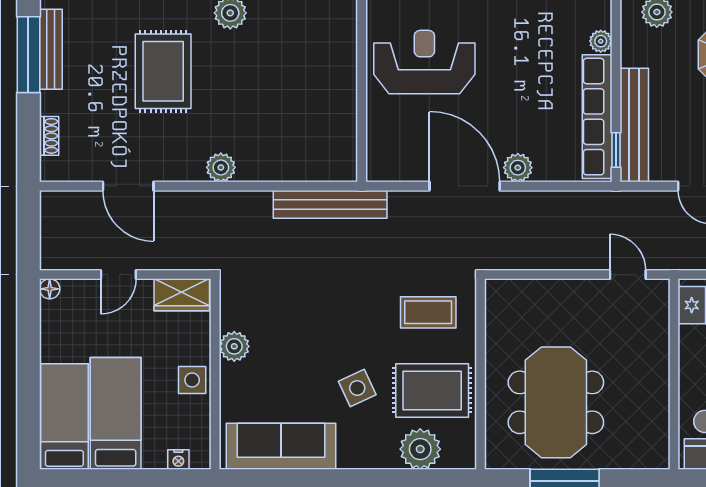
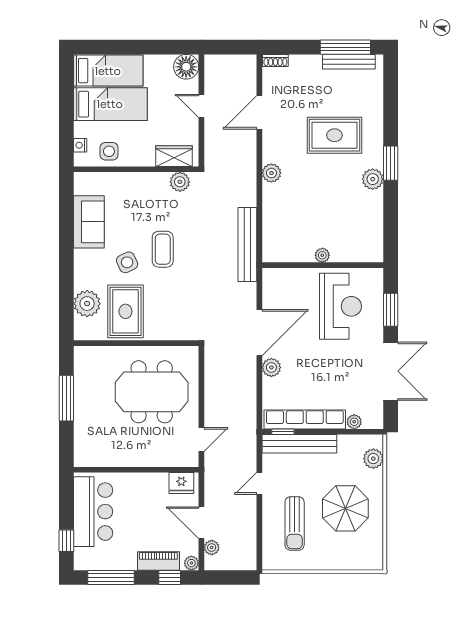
plant: (346, 90) -> (322, 255), added
shoe rack: (49, 136) -> (275, 61), moved
floor lamp: (50, 289) -> (186, 67), width x1.89, depth x1.89
wardrobe: (182, 295) -> (174, 156), moved, turned 90
coffee table: (428, 312) -> (163, 249), moved
plant: (234, 346) -> (180, 182), moved
side table: (192, 380) -> (109, 151), moved
meeting table: (556, 402) -> (152, 392), moved
sofa: (281, 446) -> (89, 222), width x0.73

